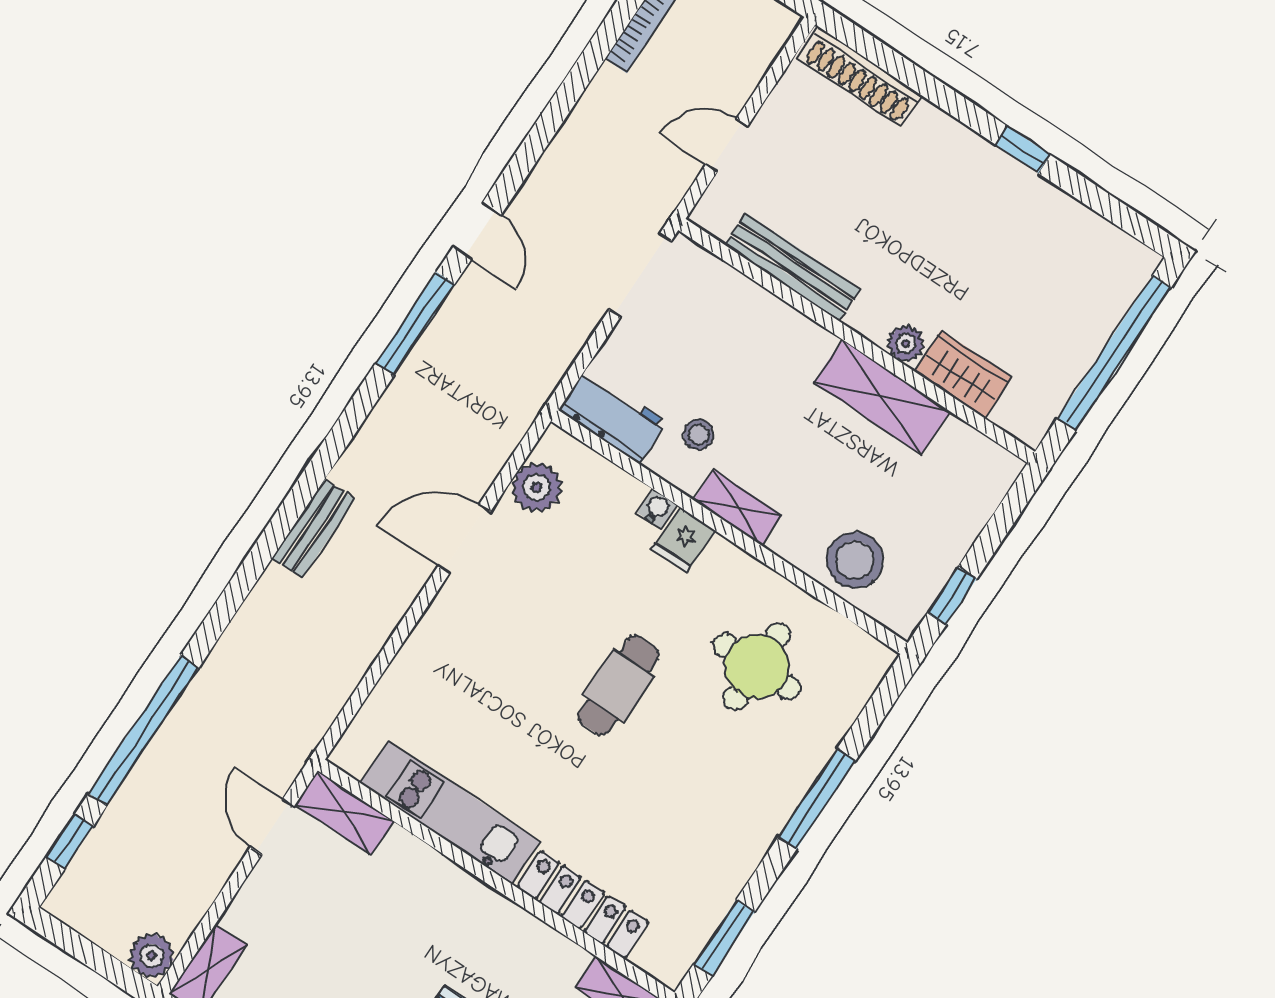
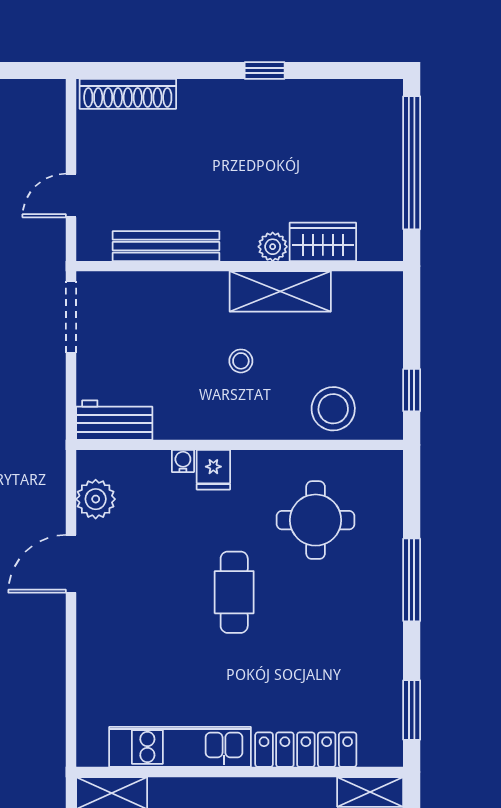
stool: (698, 434) -> (241, 361), moved
shelving: (738, 508) -> (235, 425), removed

